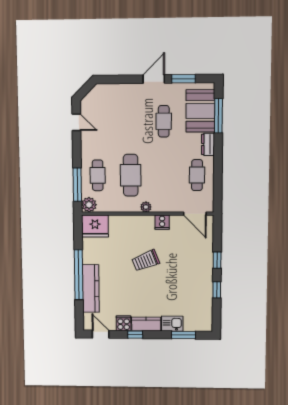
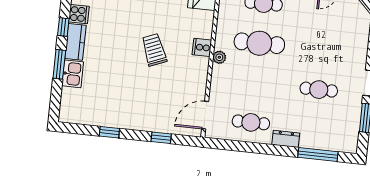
booth: (200, 111) -> (326, 134), removed
cooker: (162, 222) -> (202, 47), moved
window: (217, 260) -> (161, 138), moved
window: (183, 335) -> (59, 64), moved

